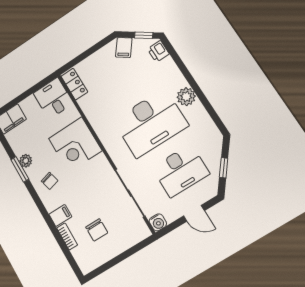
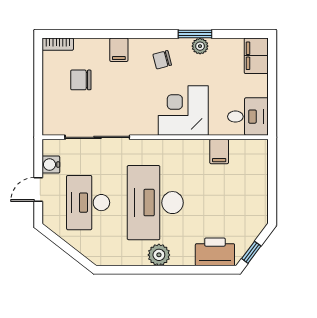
filing cabinet: (124, 48) -> (219, 152), moved, turned -127
printer: (158, 51) -> (215, 252), width x1.87, depth x1.48
locker: (74, 84) -> (248, 148), removed
window: (224, 168) -> (65, 246), removed
water cooler: (158, 222) -> (51, 165), moved
bookcase: (67, 236) -> (58, 44), moved

